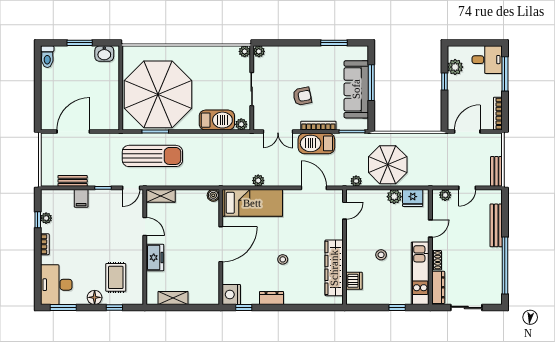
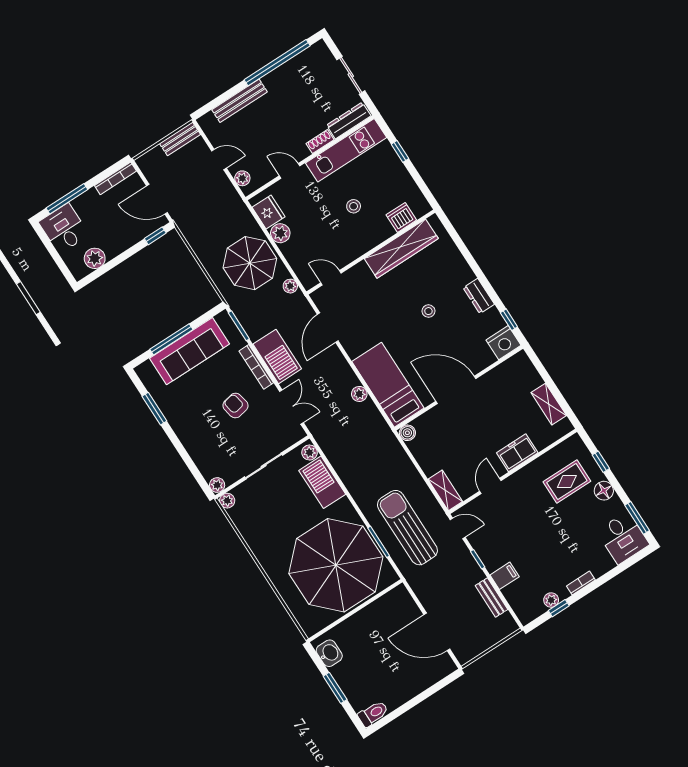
window: (444, 82) -> (155, 236), moved
desk: (56, 285) -> (623, 538), width x0.73

